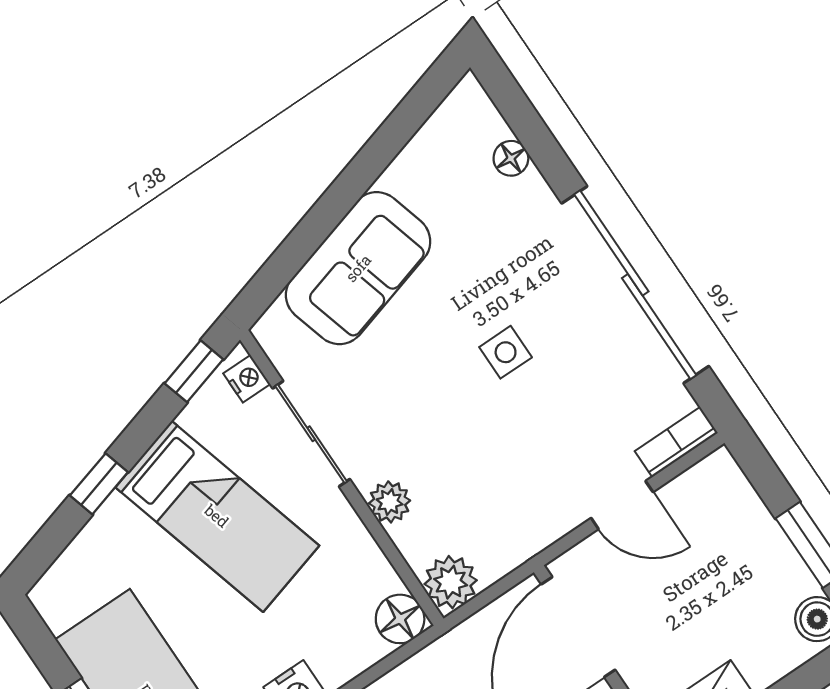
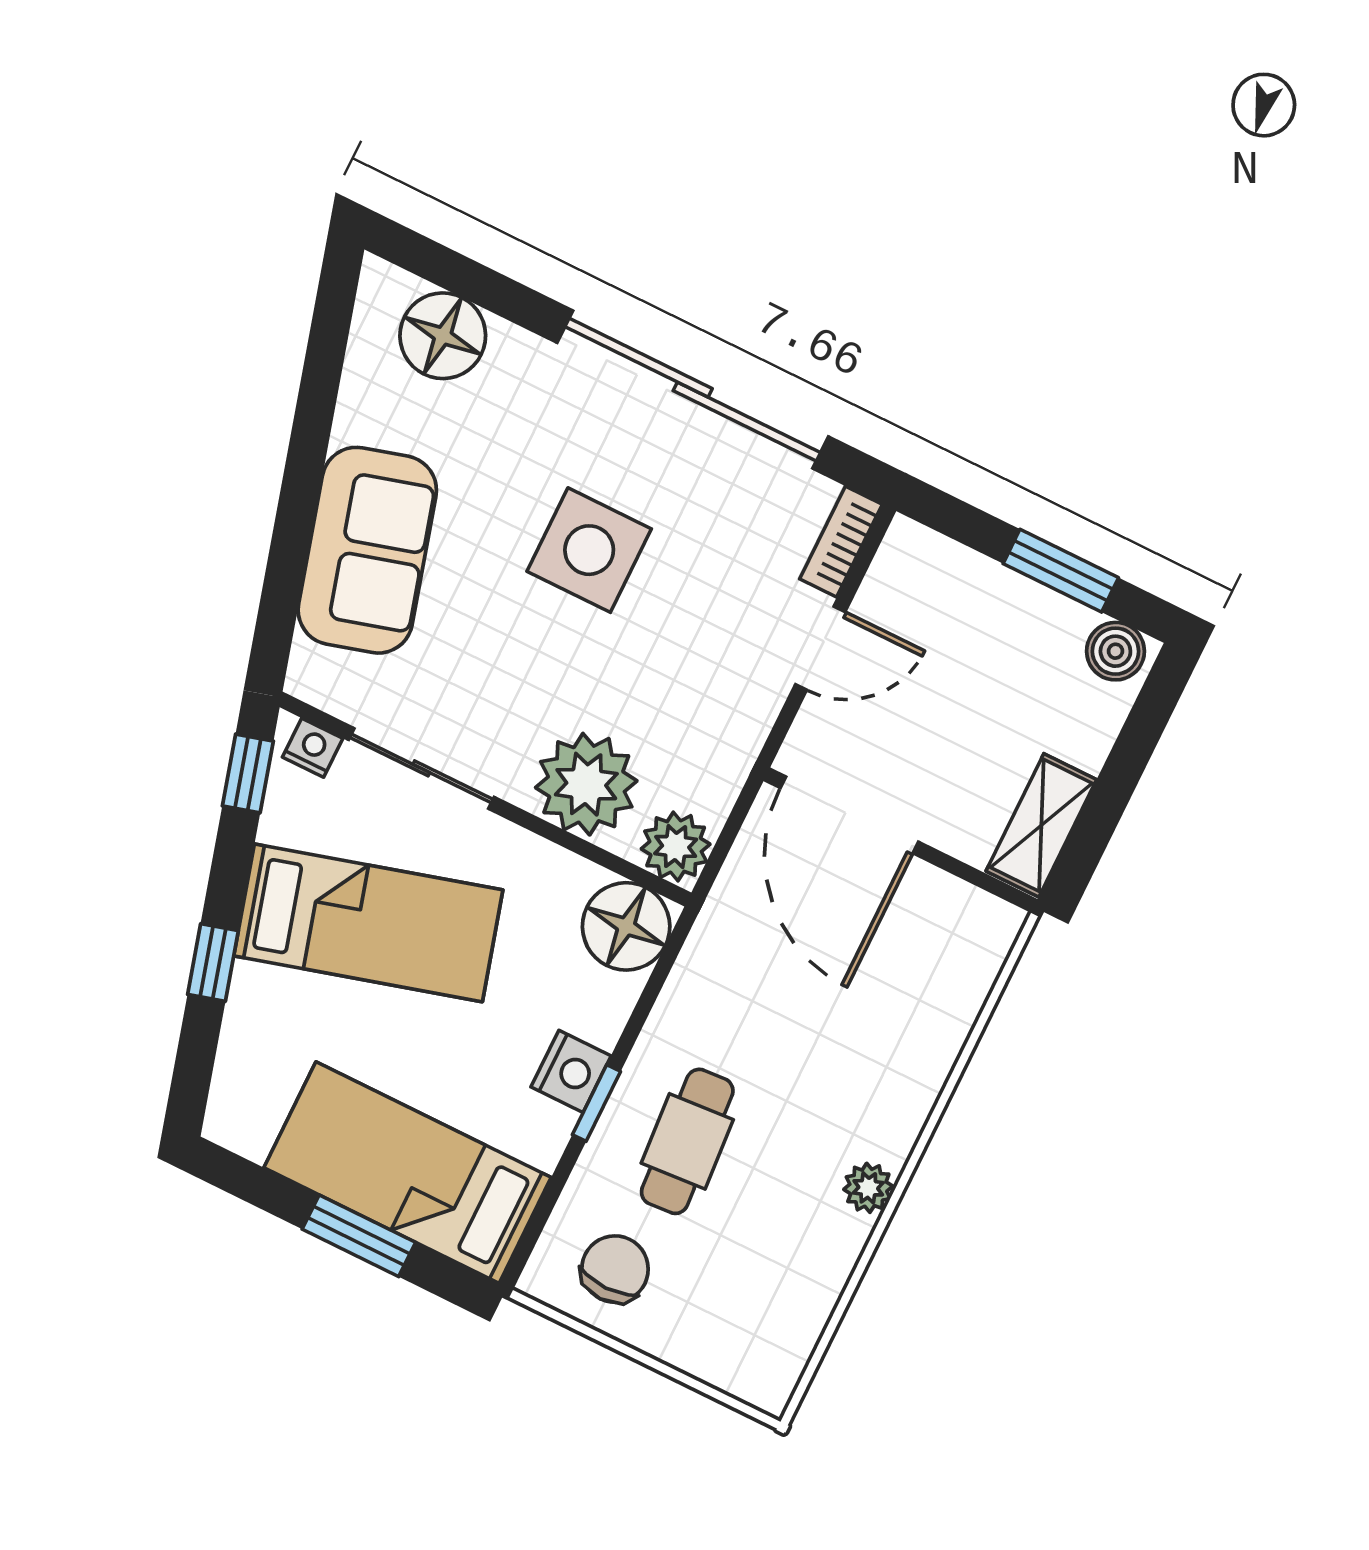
floor lamp: (511, 158) -> (443, 336), width x1.89, depth x1.89
side table: (506, 352) -> (589, 550), width x1.87, depth x1.87
plant: (390, 502) -> (586, 784), width x1.88, depth x1.88
floor lamp: (400, 619) -> (626, 926), width x1.38, depth x1.38

